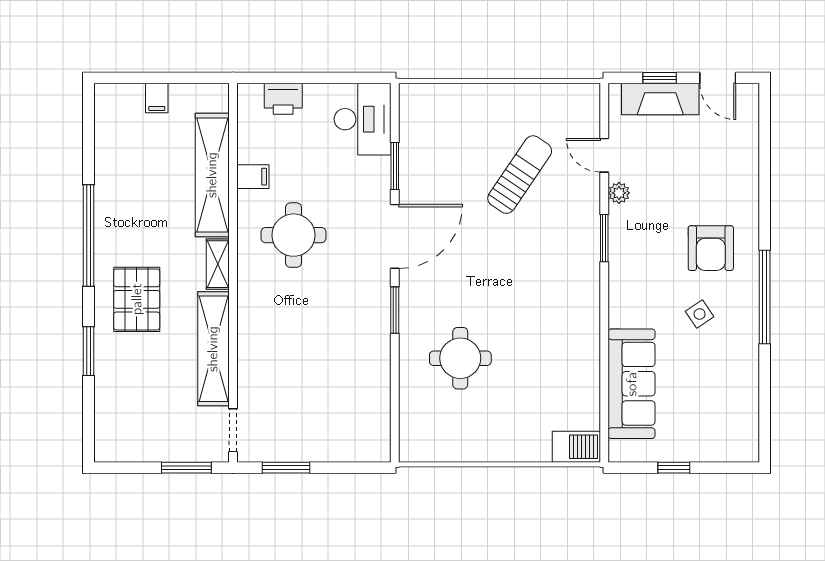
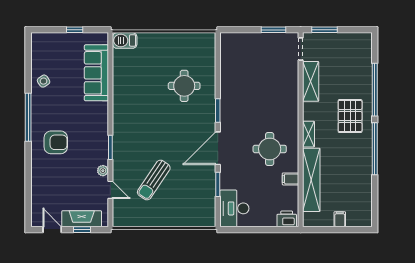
printer: (283, 99) -> (287, 219), moved
armchair: (711, 248) -> (56, 142), turned 90
side table: (700, 314) -> (44, 81), moved
shelving: (213, 349) -> (311, 81), width x0.68
window: (88, 351) -> (375, 90), width x2.11

